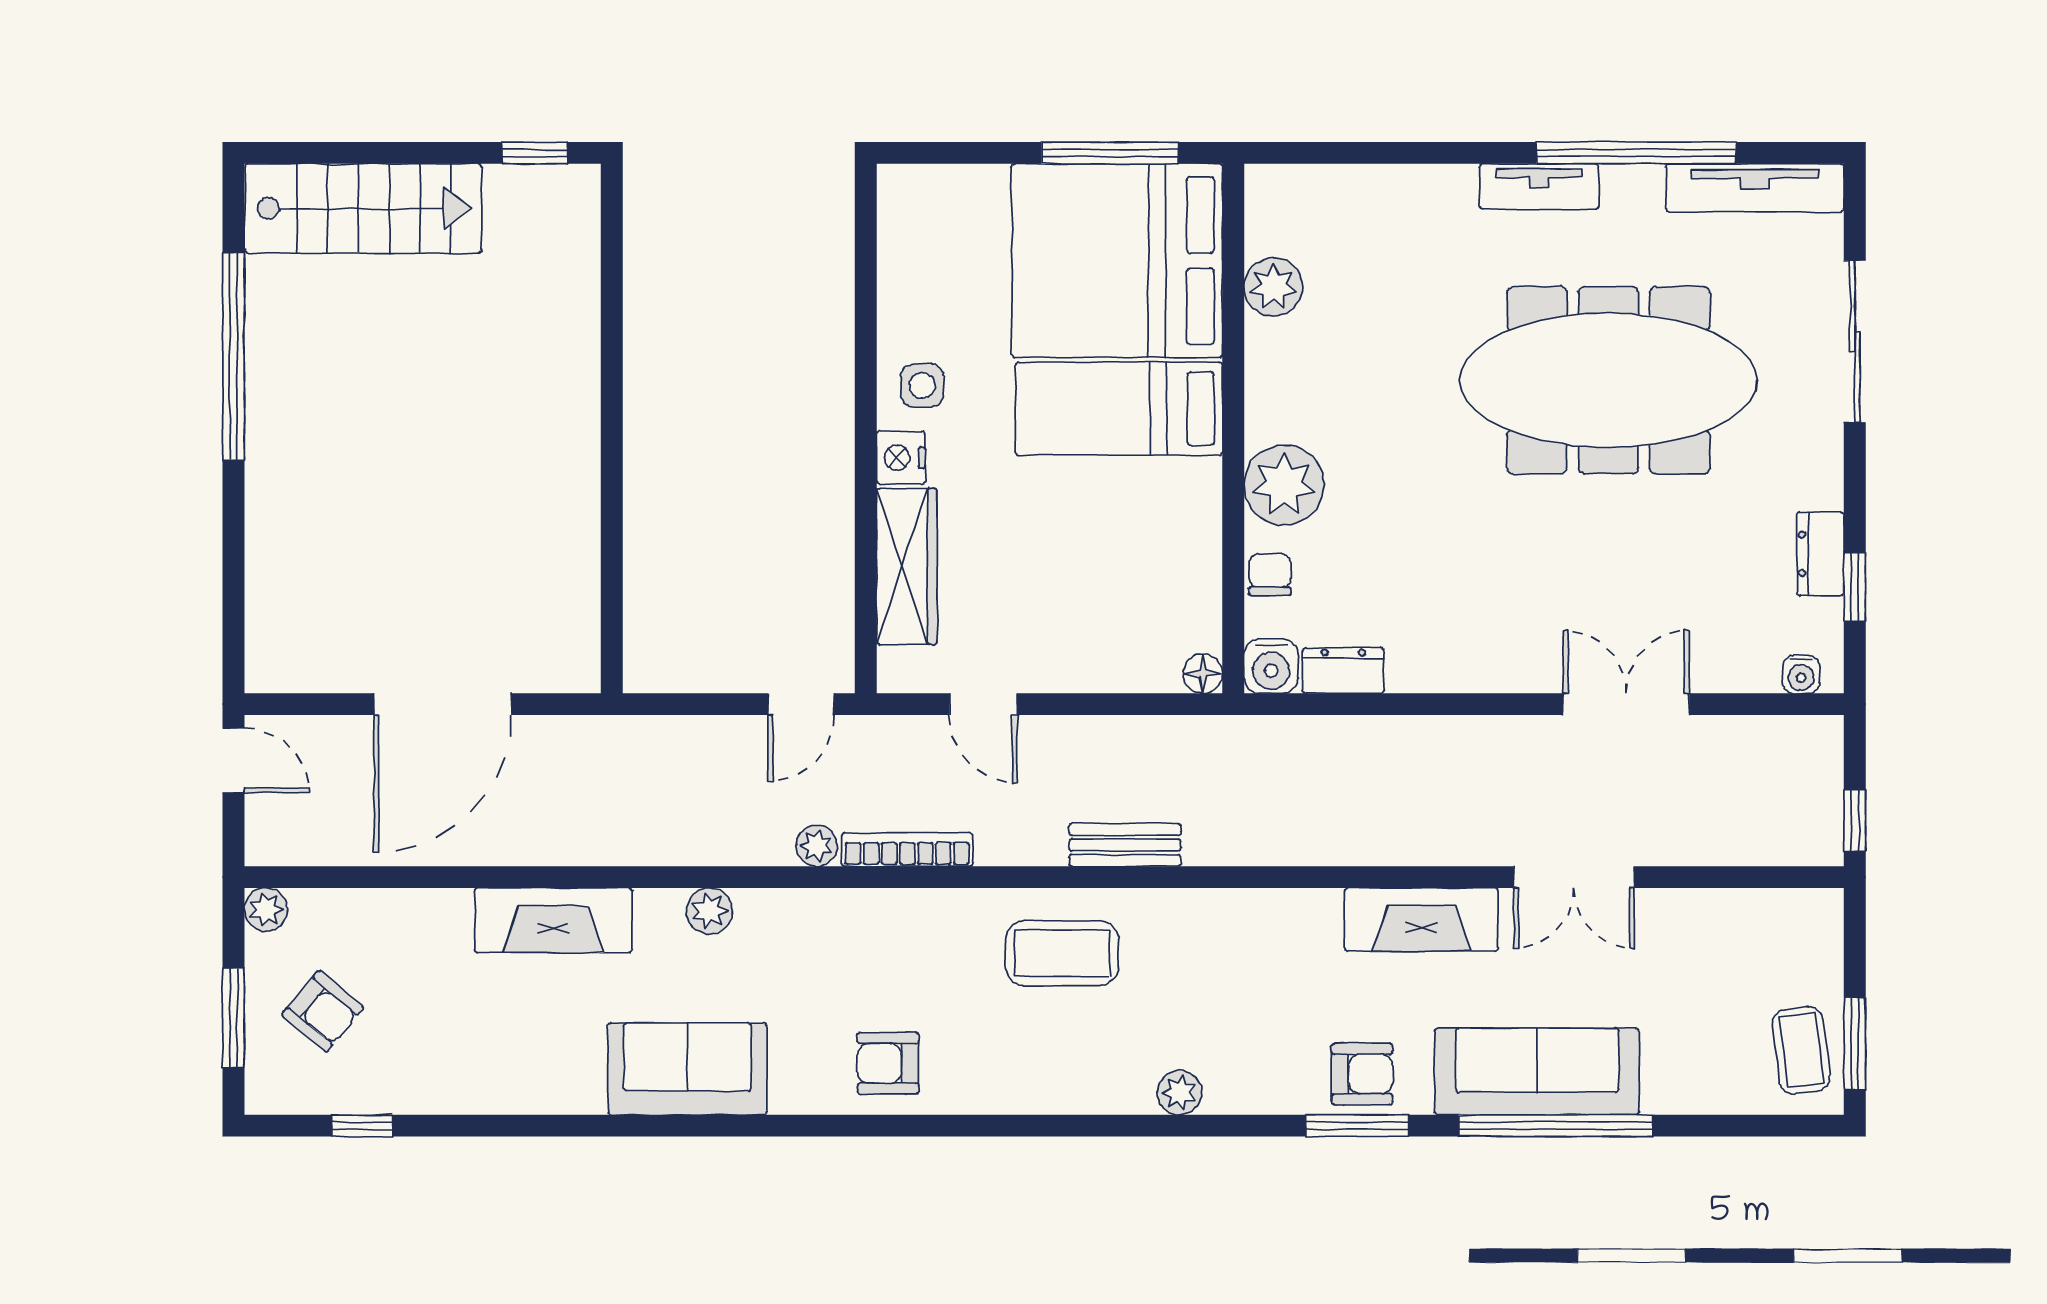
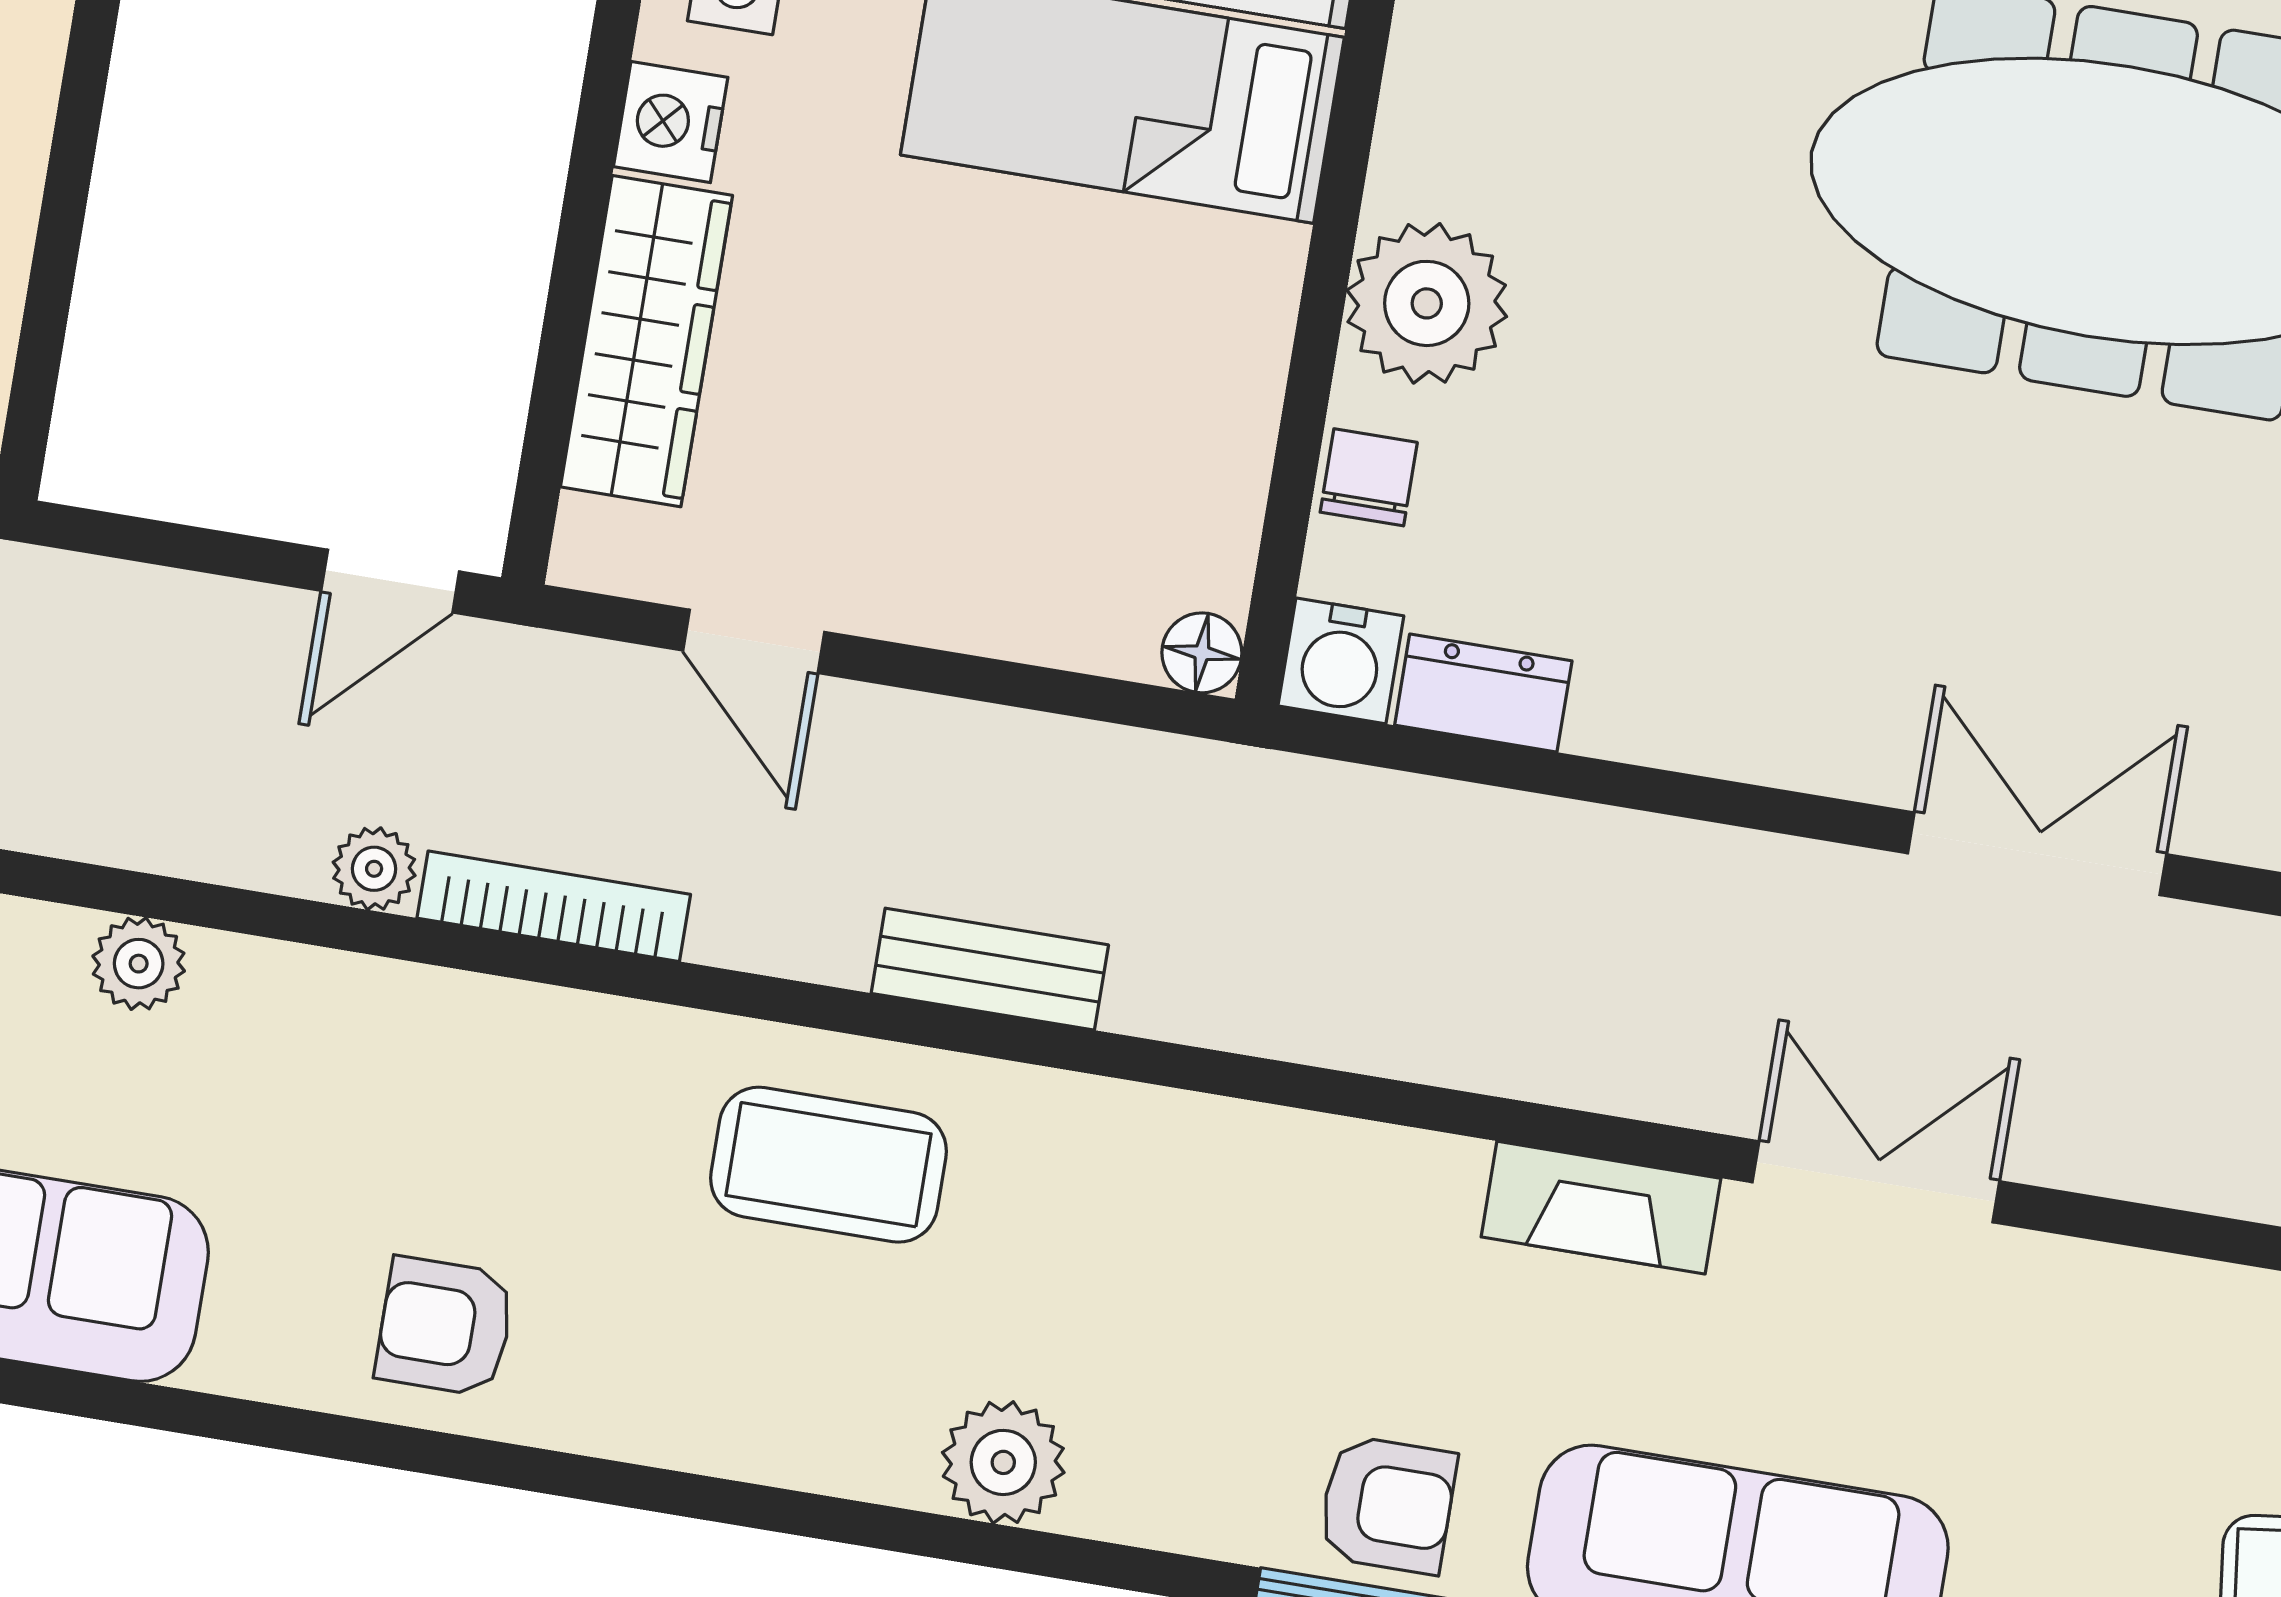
double door: (1574, 877) -> (1876, 1182), swing flipped
fireplace: (1421, 919) -> (1601, 1208), width x0.73, depth x0.76
plant: (1180, 1093) -> (1003, 1462), width x1.38, depth x1.38

